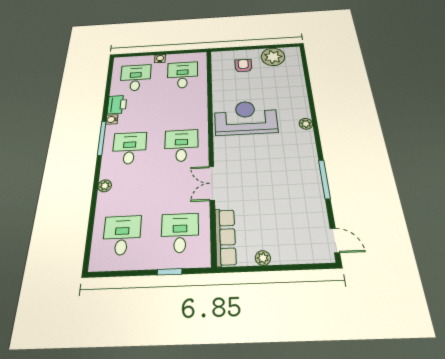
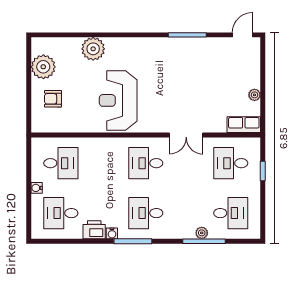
desk: (182, 75) -> (61, 163), turned 180
plant: (306, 124) -> (93, 49), moved, width x1.87, depth x1.87
plant: (105, 186) -> (202, 233), moved
window: (93, 207) -> (204, 241), added
desk: (122, 235) -> (231, 213), turned 180
row of seats: (225, 237) -> (244, 125), width x0.68

